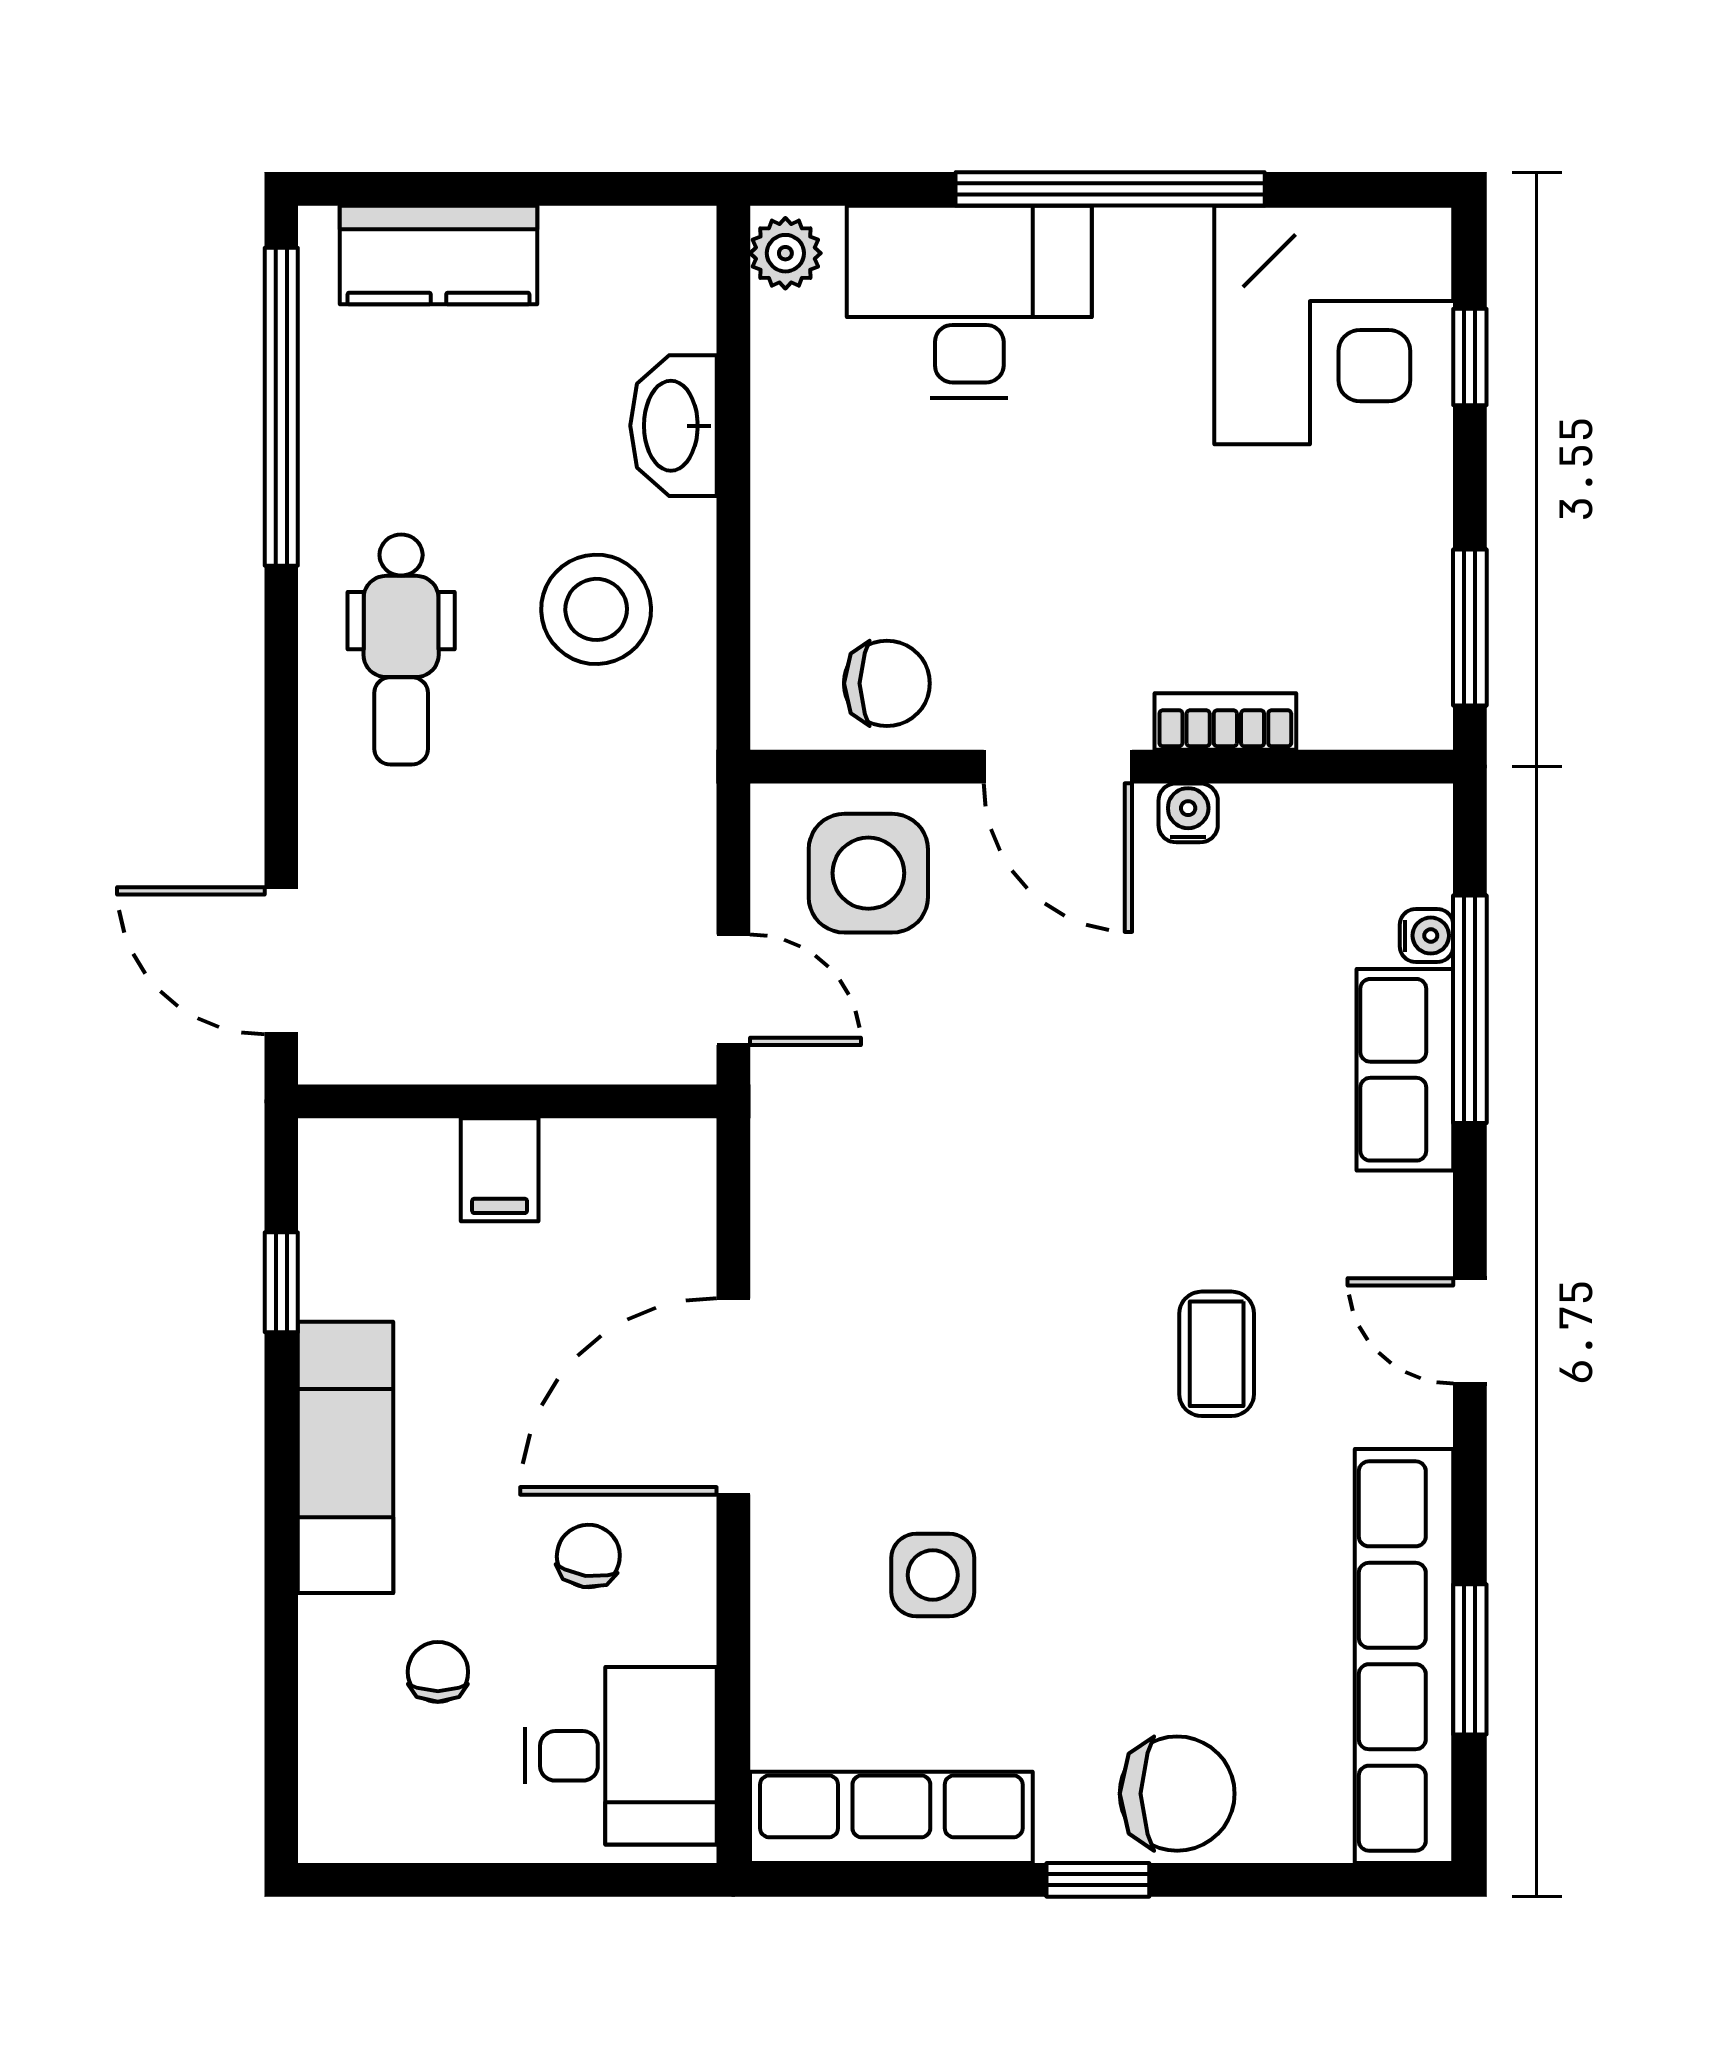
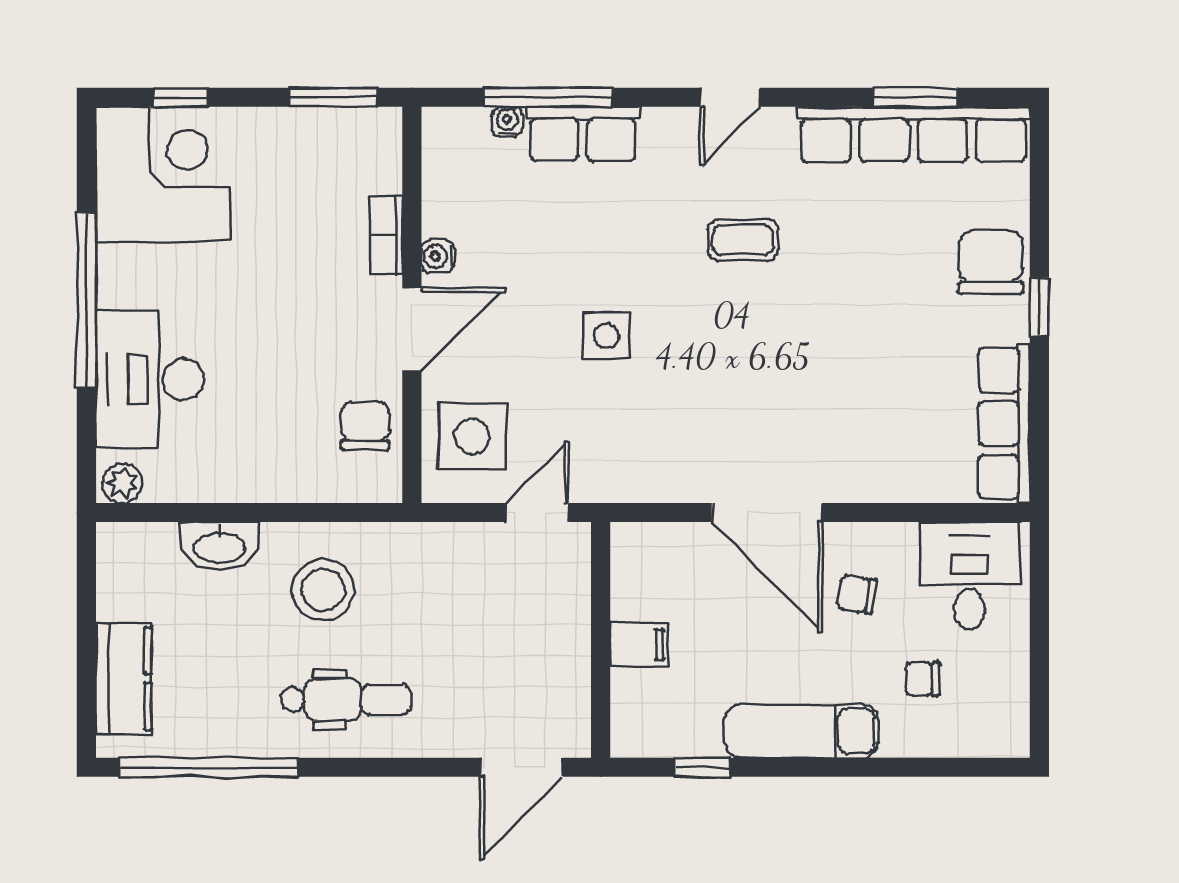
side table: (933, 1575) -> (606, 336), moved

